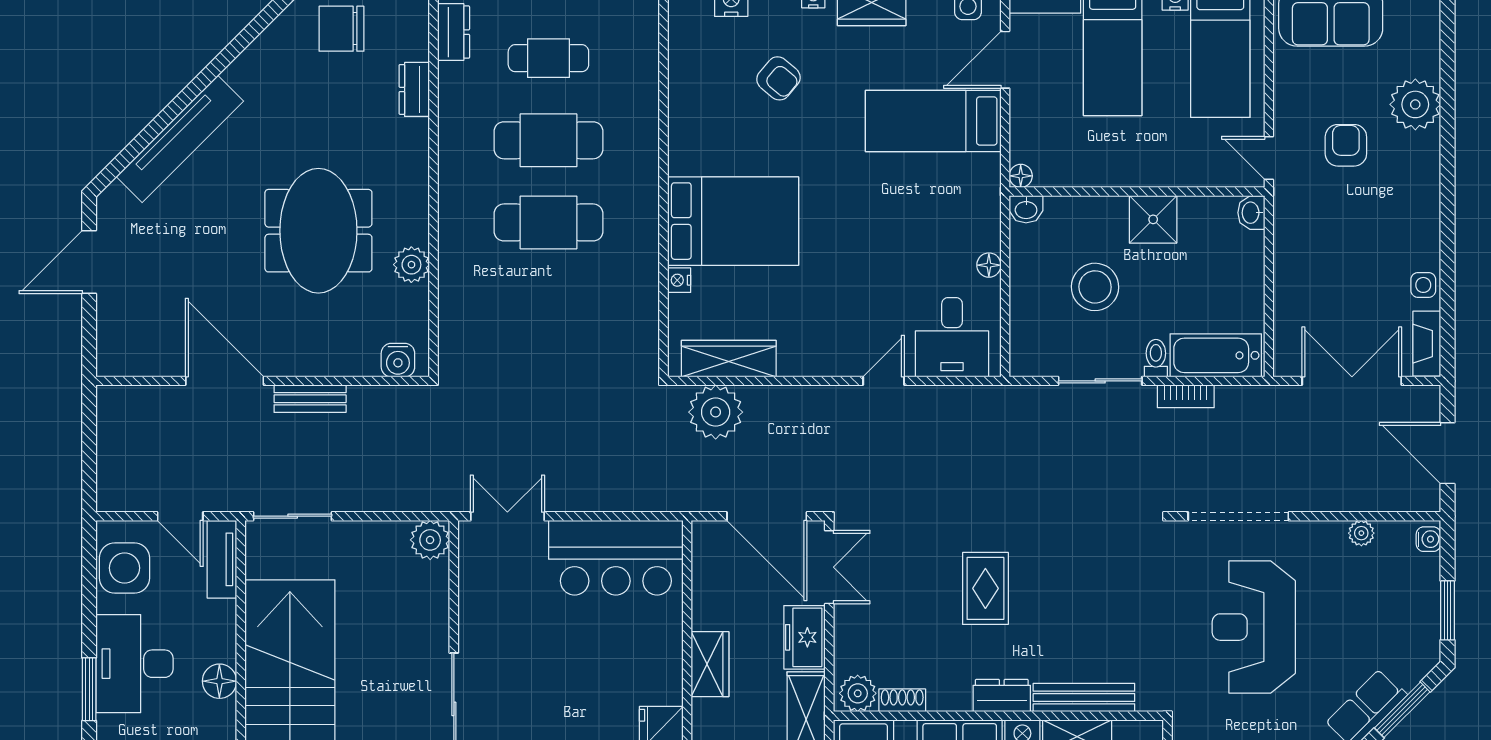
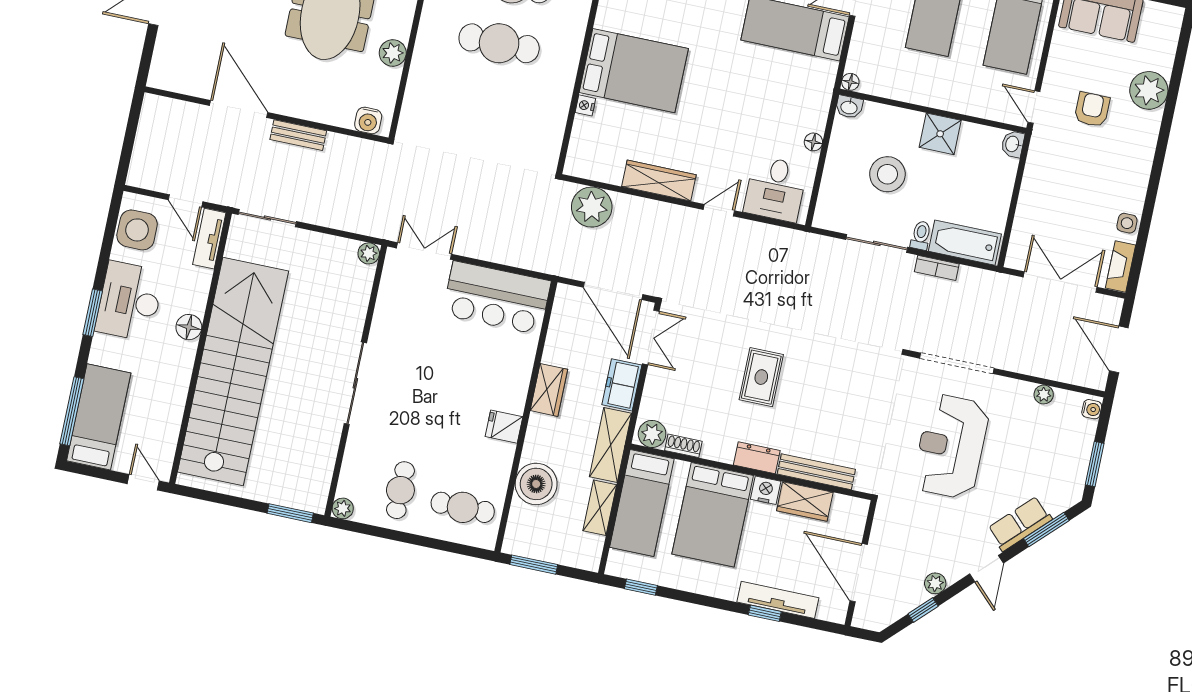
wardrobe: (729, 359) -> (659, 181), moved
plant: (430, 540) -> (369, 253), width x0.73, depth x0.73

